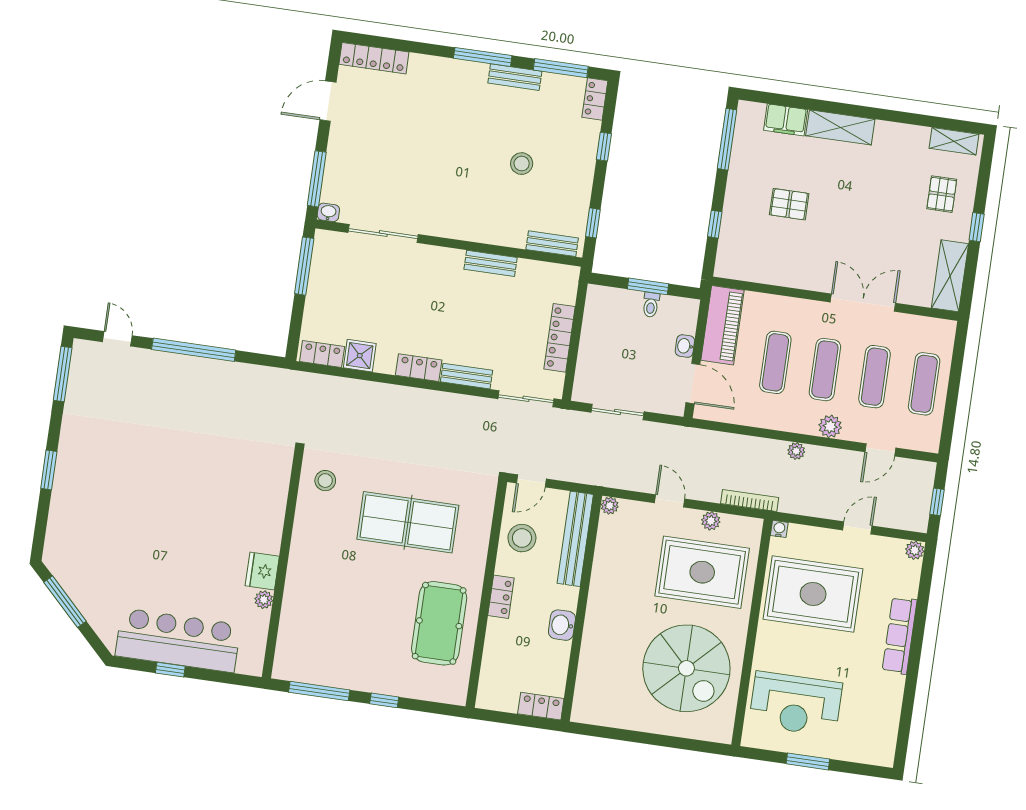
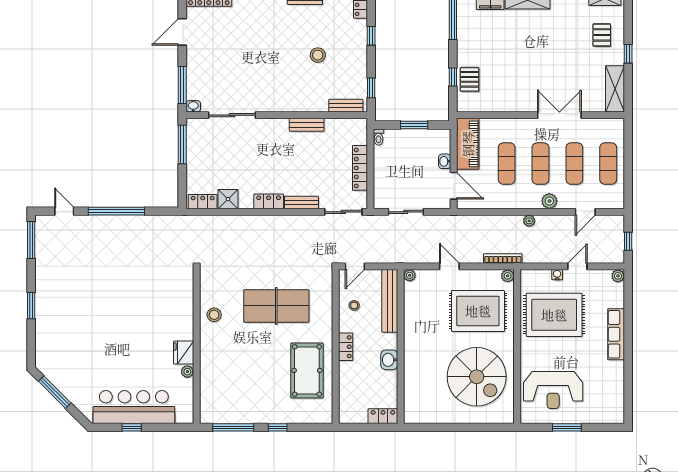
pallet: (789, 204) -> (470, 79), moved, turned 90
toilet: (651, 305) -> (379, 137), moved
stool: (325, 481) -> (214, 315), moved
plant: (711, 521) -> (508, 276), moved
water cooler: (779, 529) -> (557, 275), moved
stool: (522, 538) -> (354, 305), width x0.53, depth x0.53

